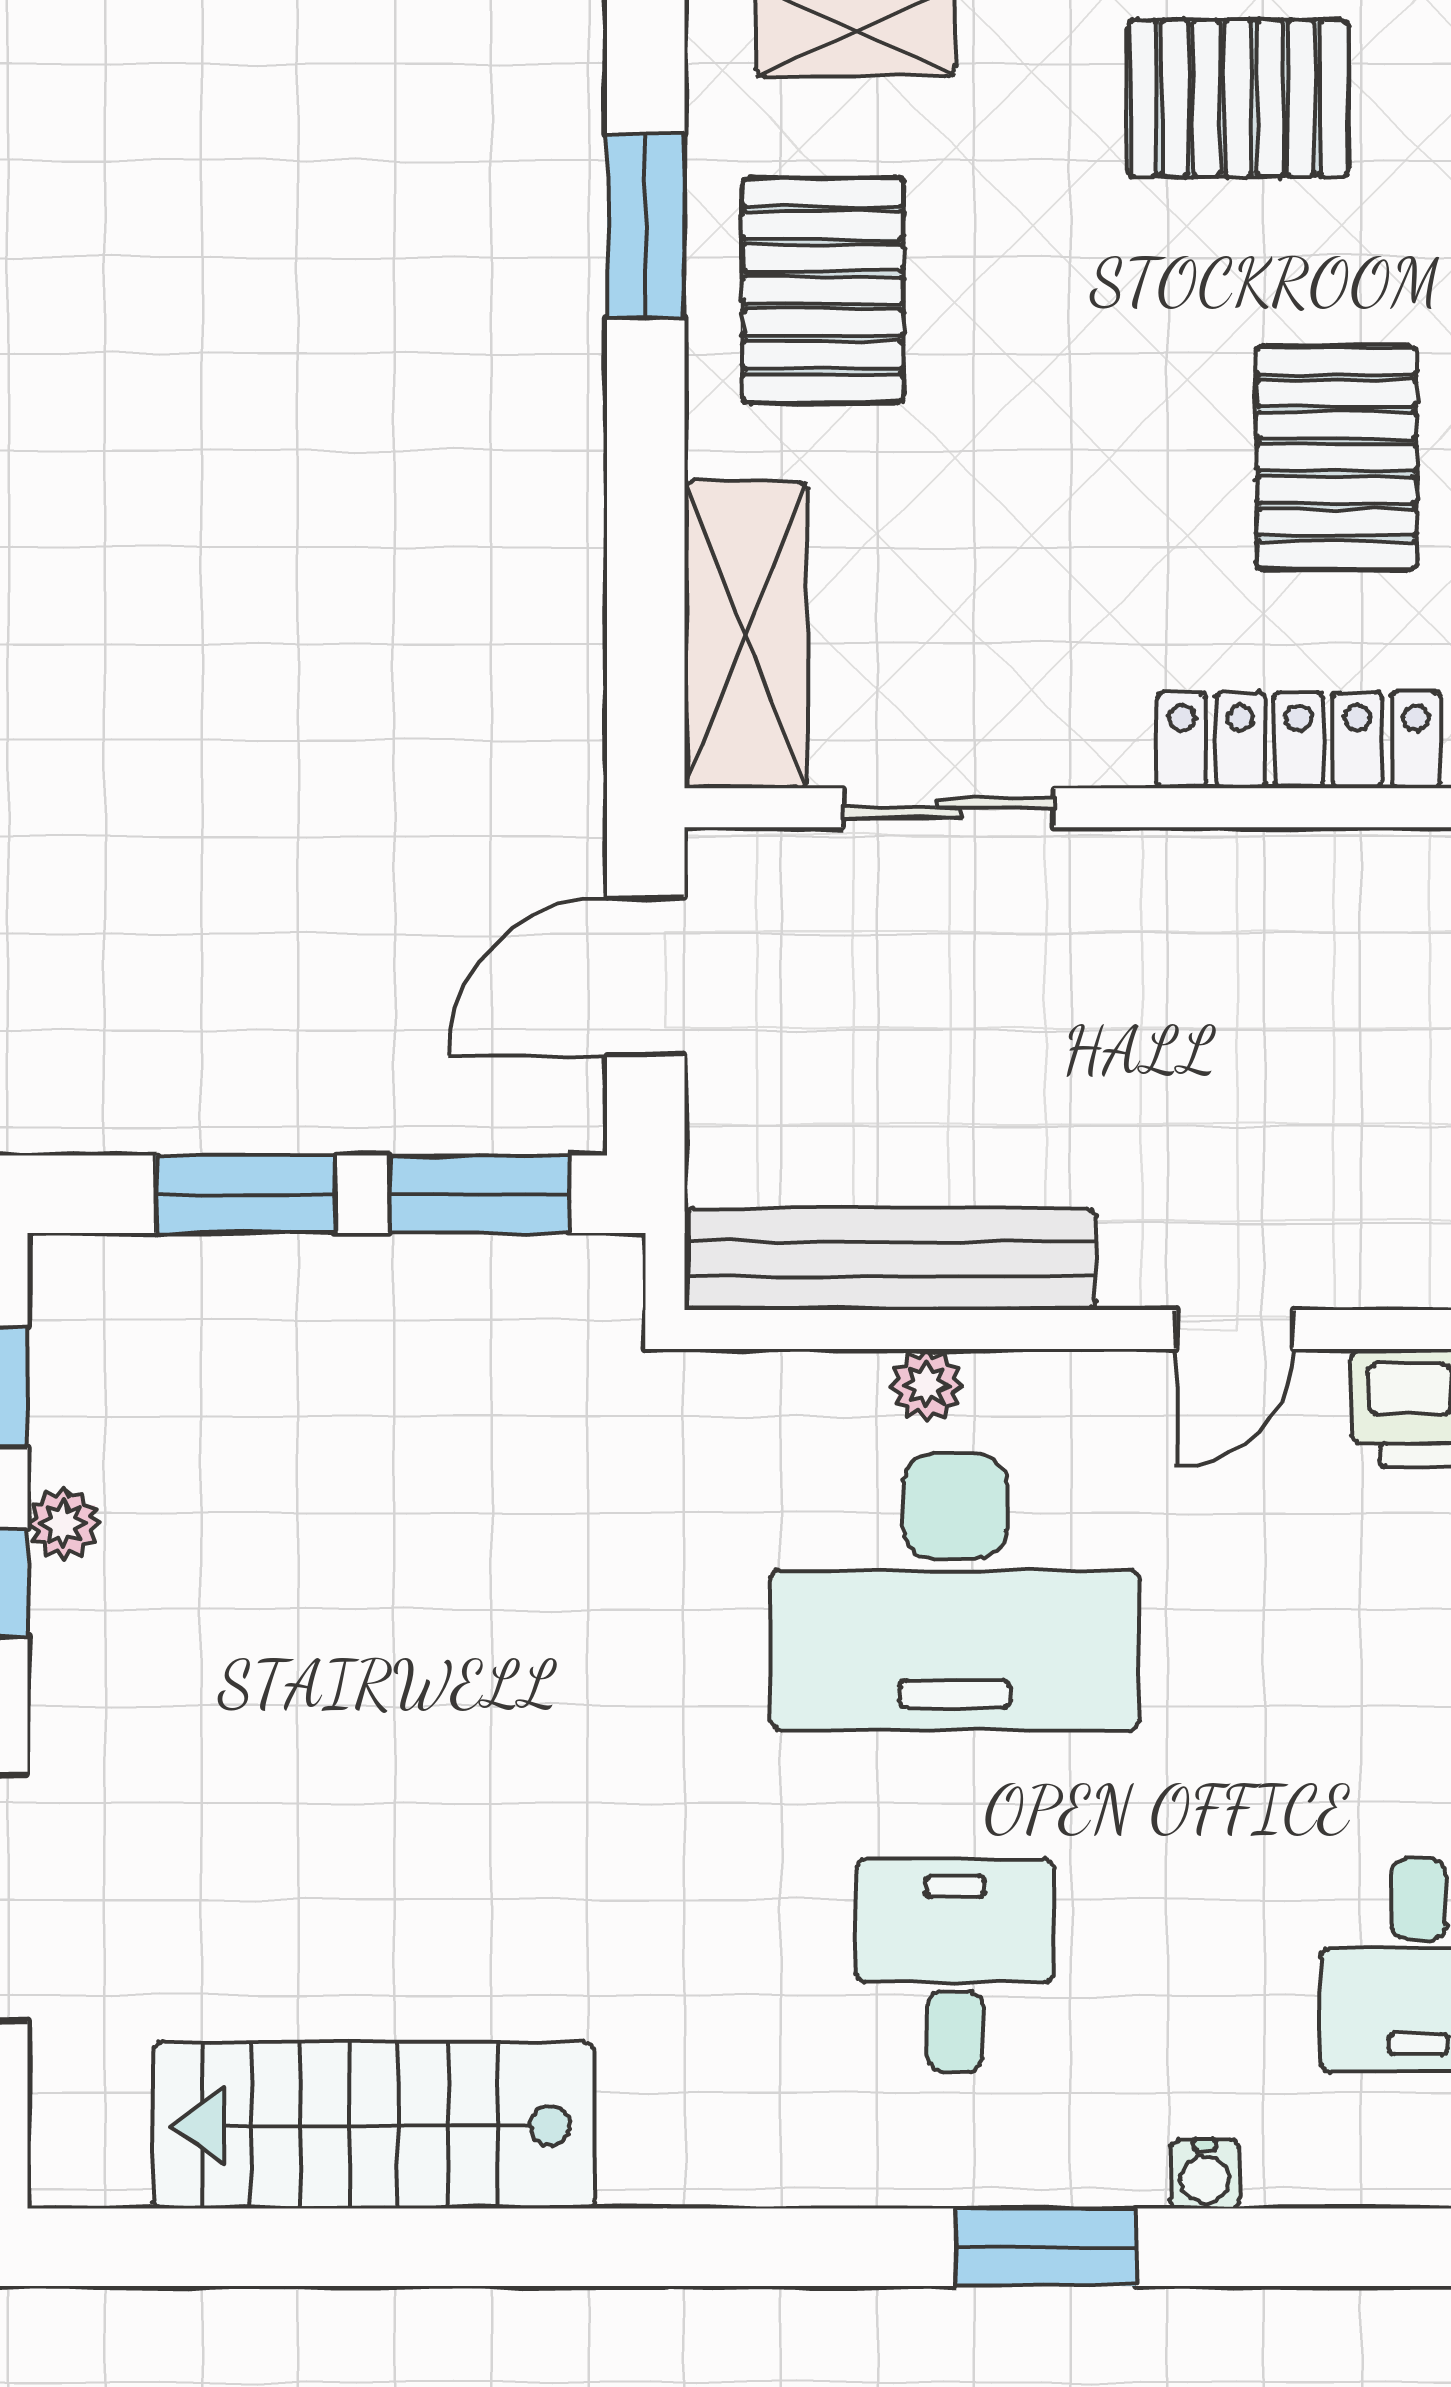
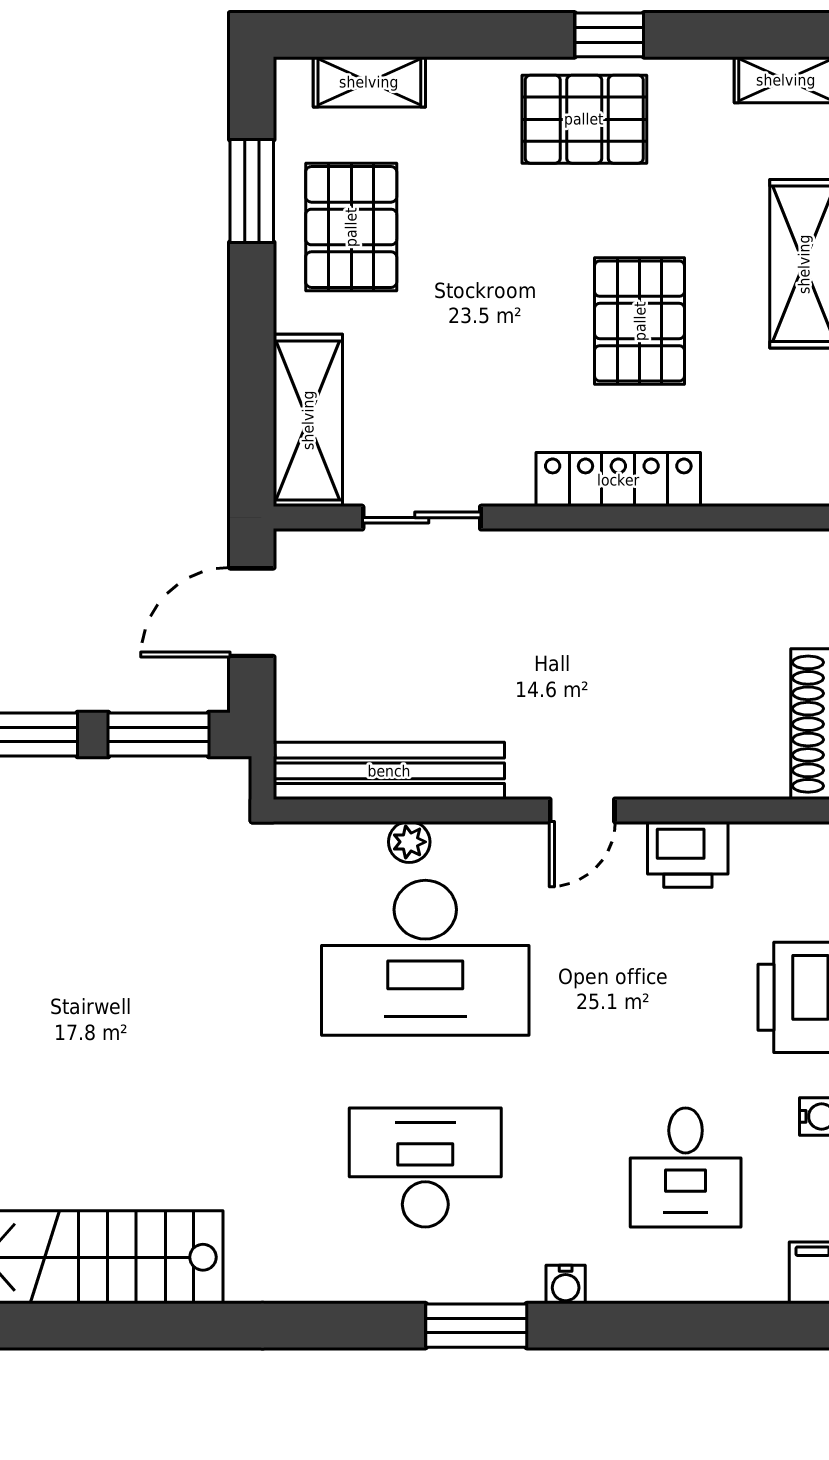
desk: (955, 1965) -> (425, 1167), width x1.37

